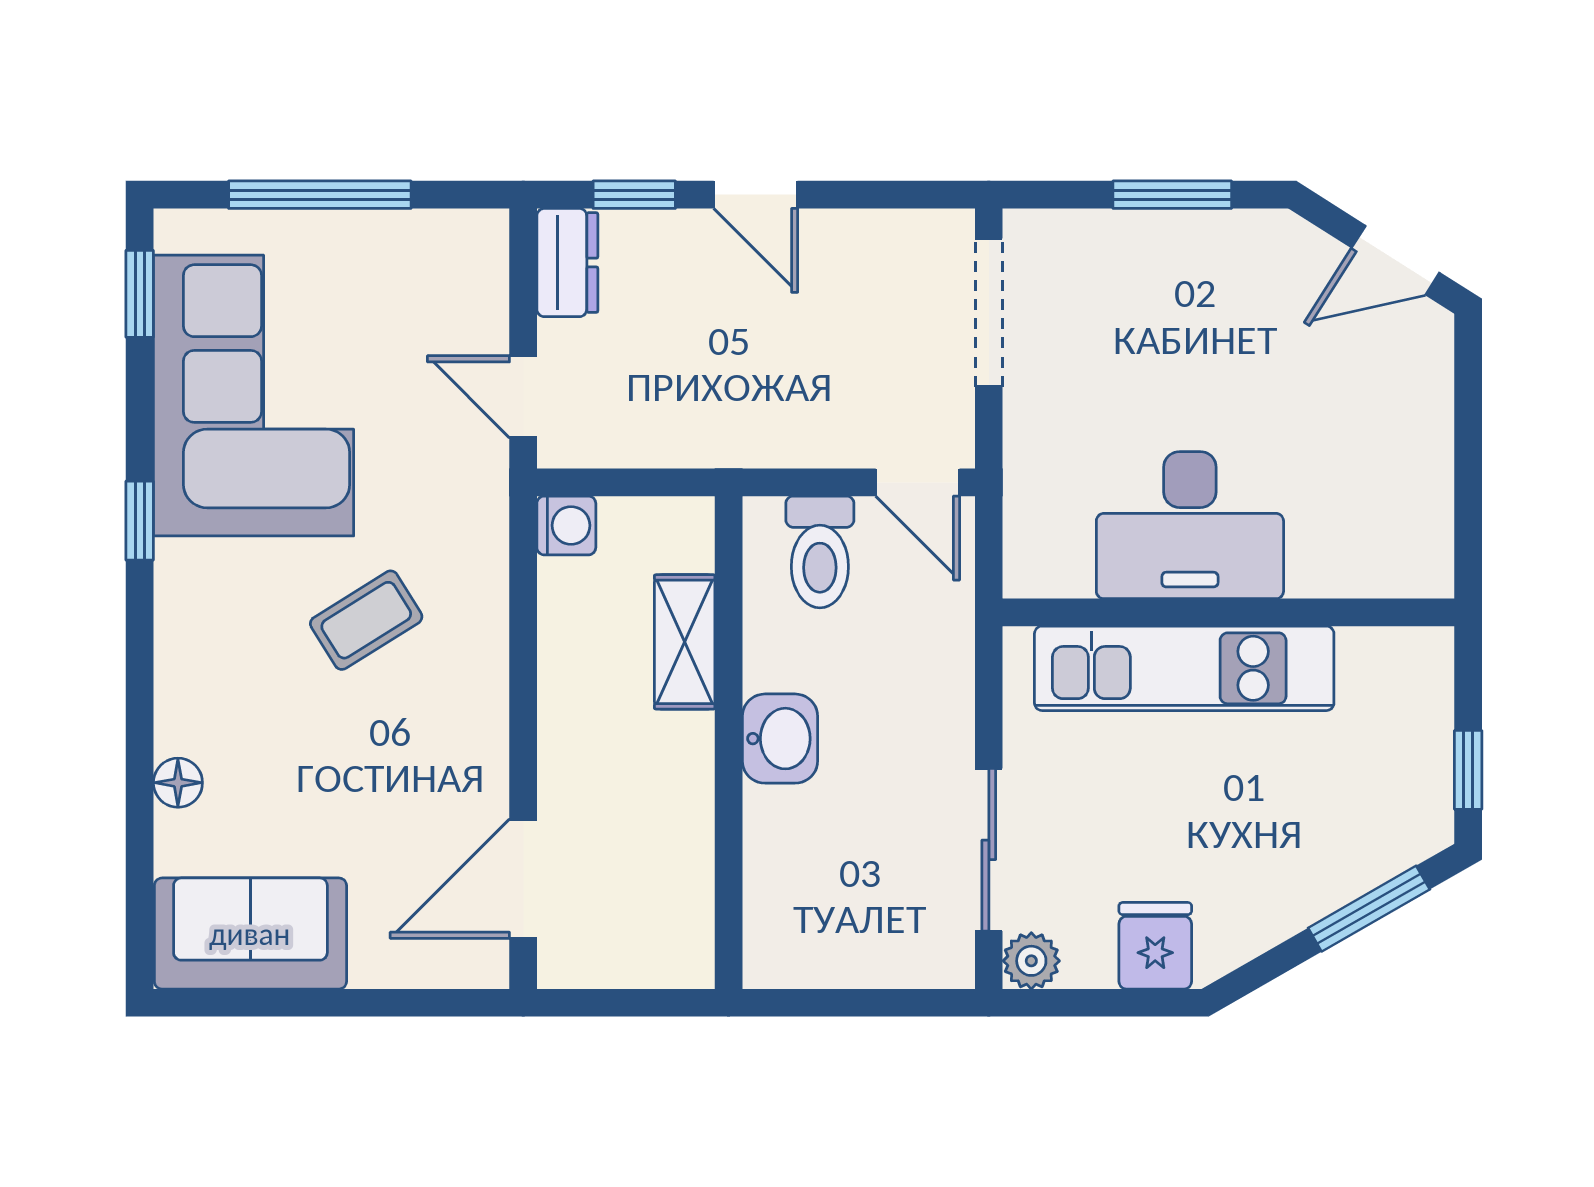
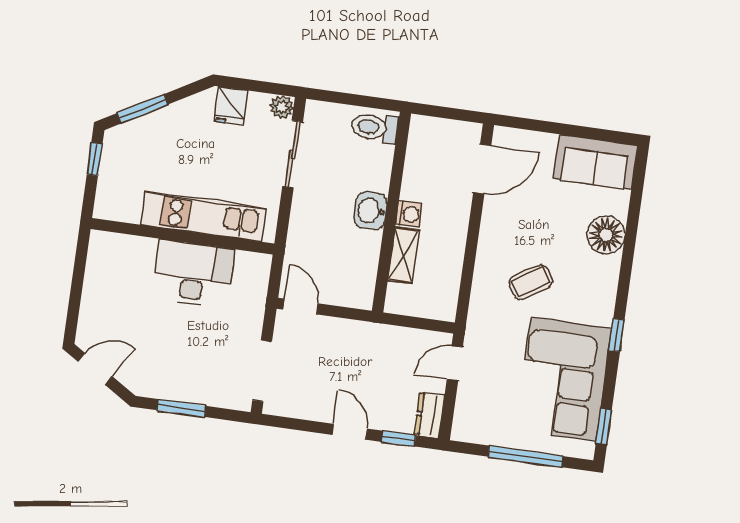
door: (523, 397) -> (455, 363), swing flipped
washing machine: (566, 525) -> (409, 214), moved, turned 180
toilet: (820, 552) -> (375, 127), moved, turned -90
floor lamp: (178, 783) -> (606, 235), width x1.89, depth x1.89

